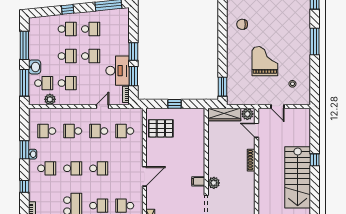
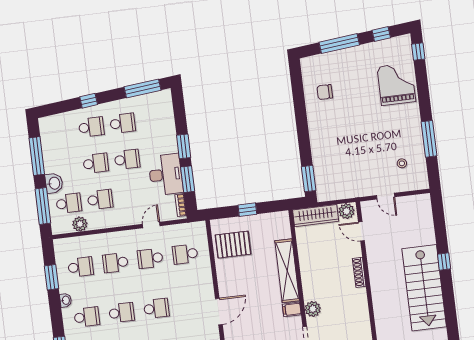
window: (315, 41) -> (429, 139), moved
grand piano: (265, 61) -> (396, 84), moved
school desk: (47, 131) -> (81, 267), turned 180
window: (24, 150) -> (52, 277), moved
shelving: (198, 152) -> (287, 271), added

